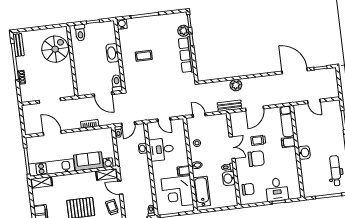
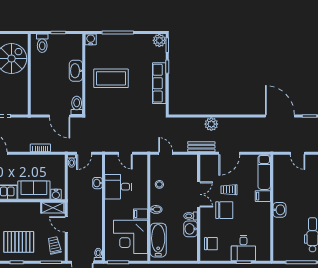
plant: (183, 31) -> (159, 40), moved
coffee table: (144, 56) -> (111, 78), width x1.86, depth x1.72

